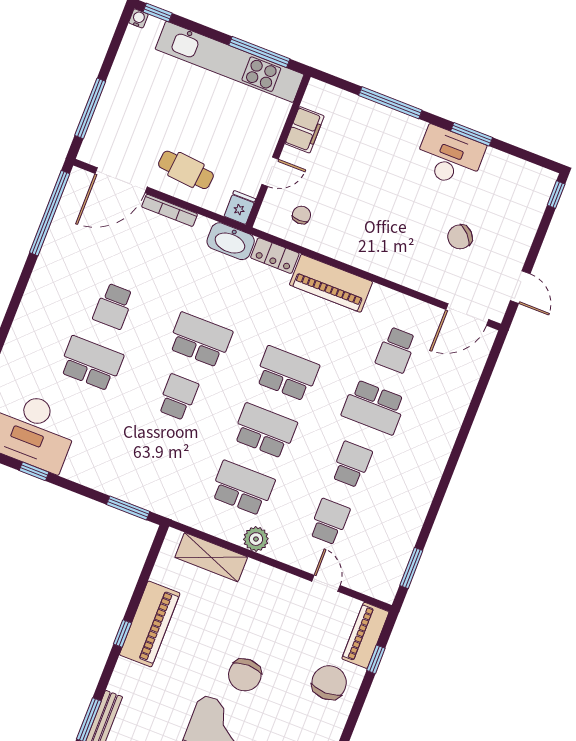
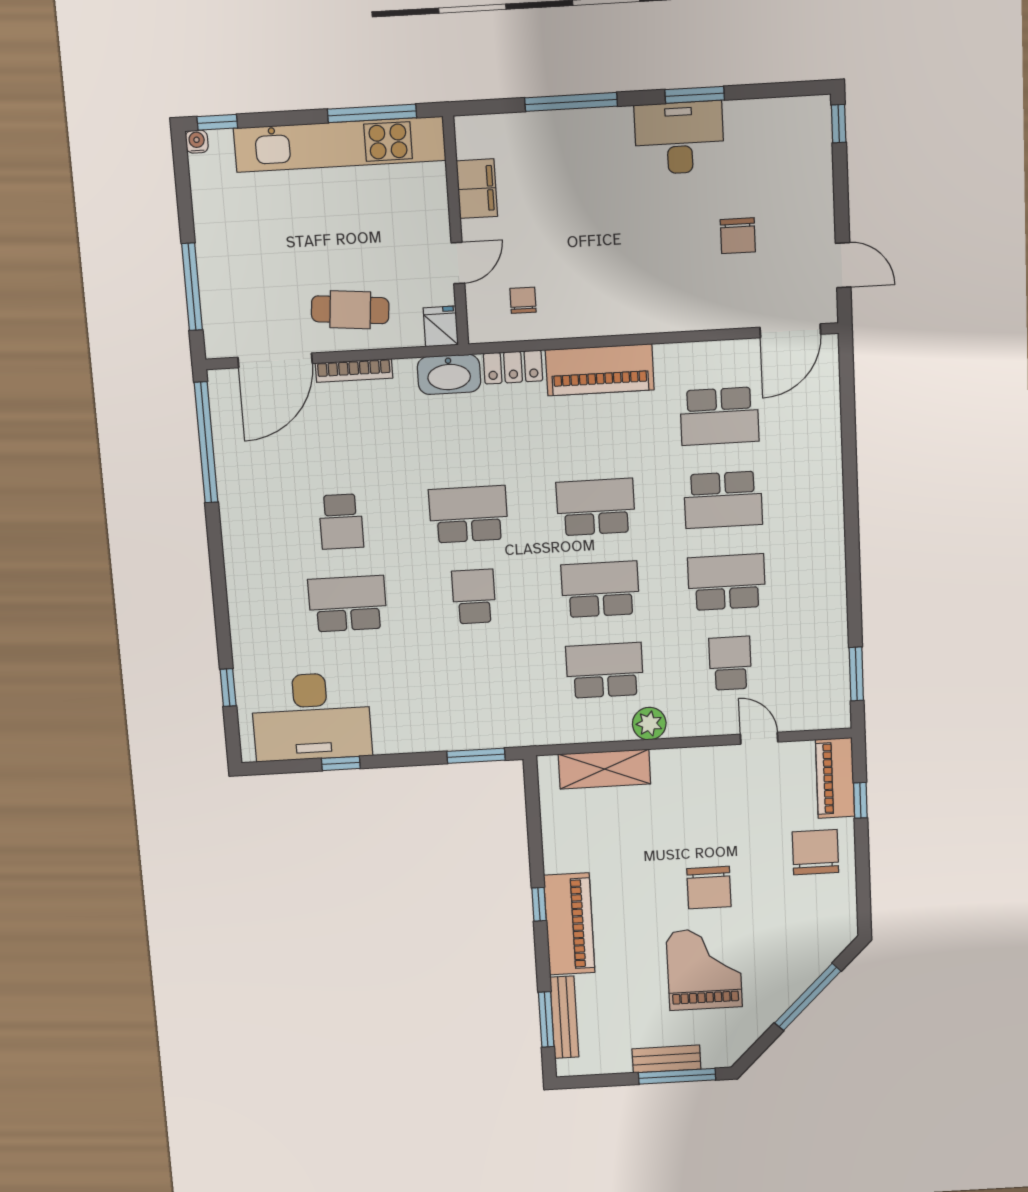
chair: (460, 237) -> (738, 236), turned -46
school desk: (396, 350) -> (719, 416), width x1.85
school desk: (352, 464) -> (727, 582), width x1.85
piano: (150, 624) -> (569, 924), moved

